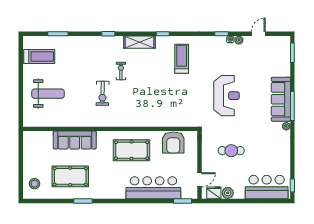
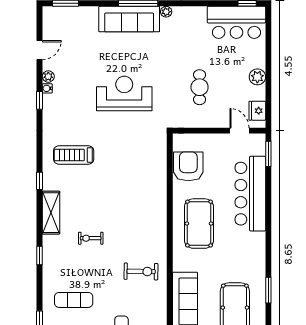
door: (258, 34) -> (40, 50), swing flipped
exercise mat: (76, 59) -> (74, 300), added
exercise bike: (103, 93) -> (141, 271), moved
armchair: (173, 142) -> (188, 166), turned -90
bar counter: (267, 187) -> (236, 22), moved, turned -90
plant: (228, 193) -> (257, 77), moved

